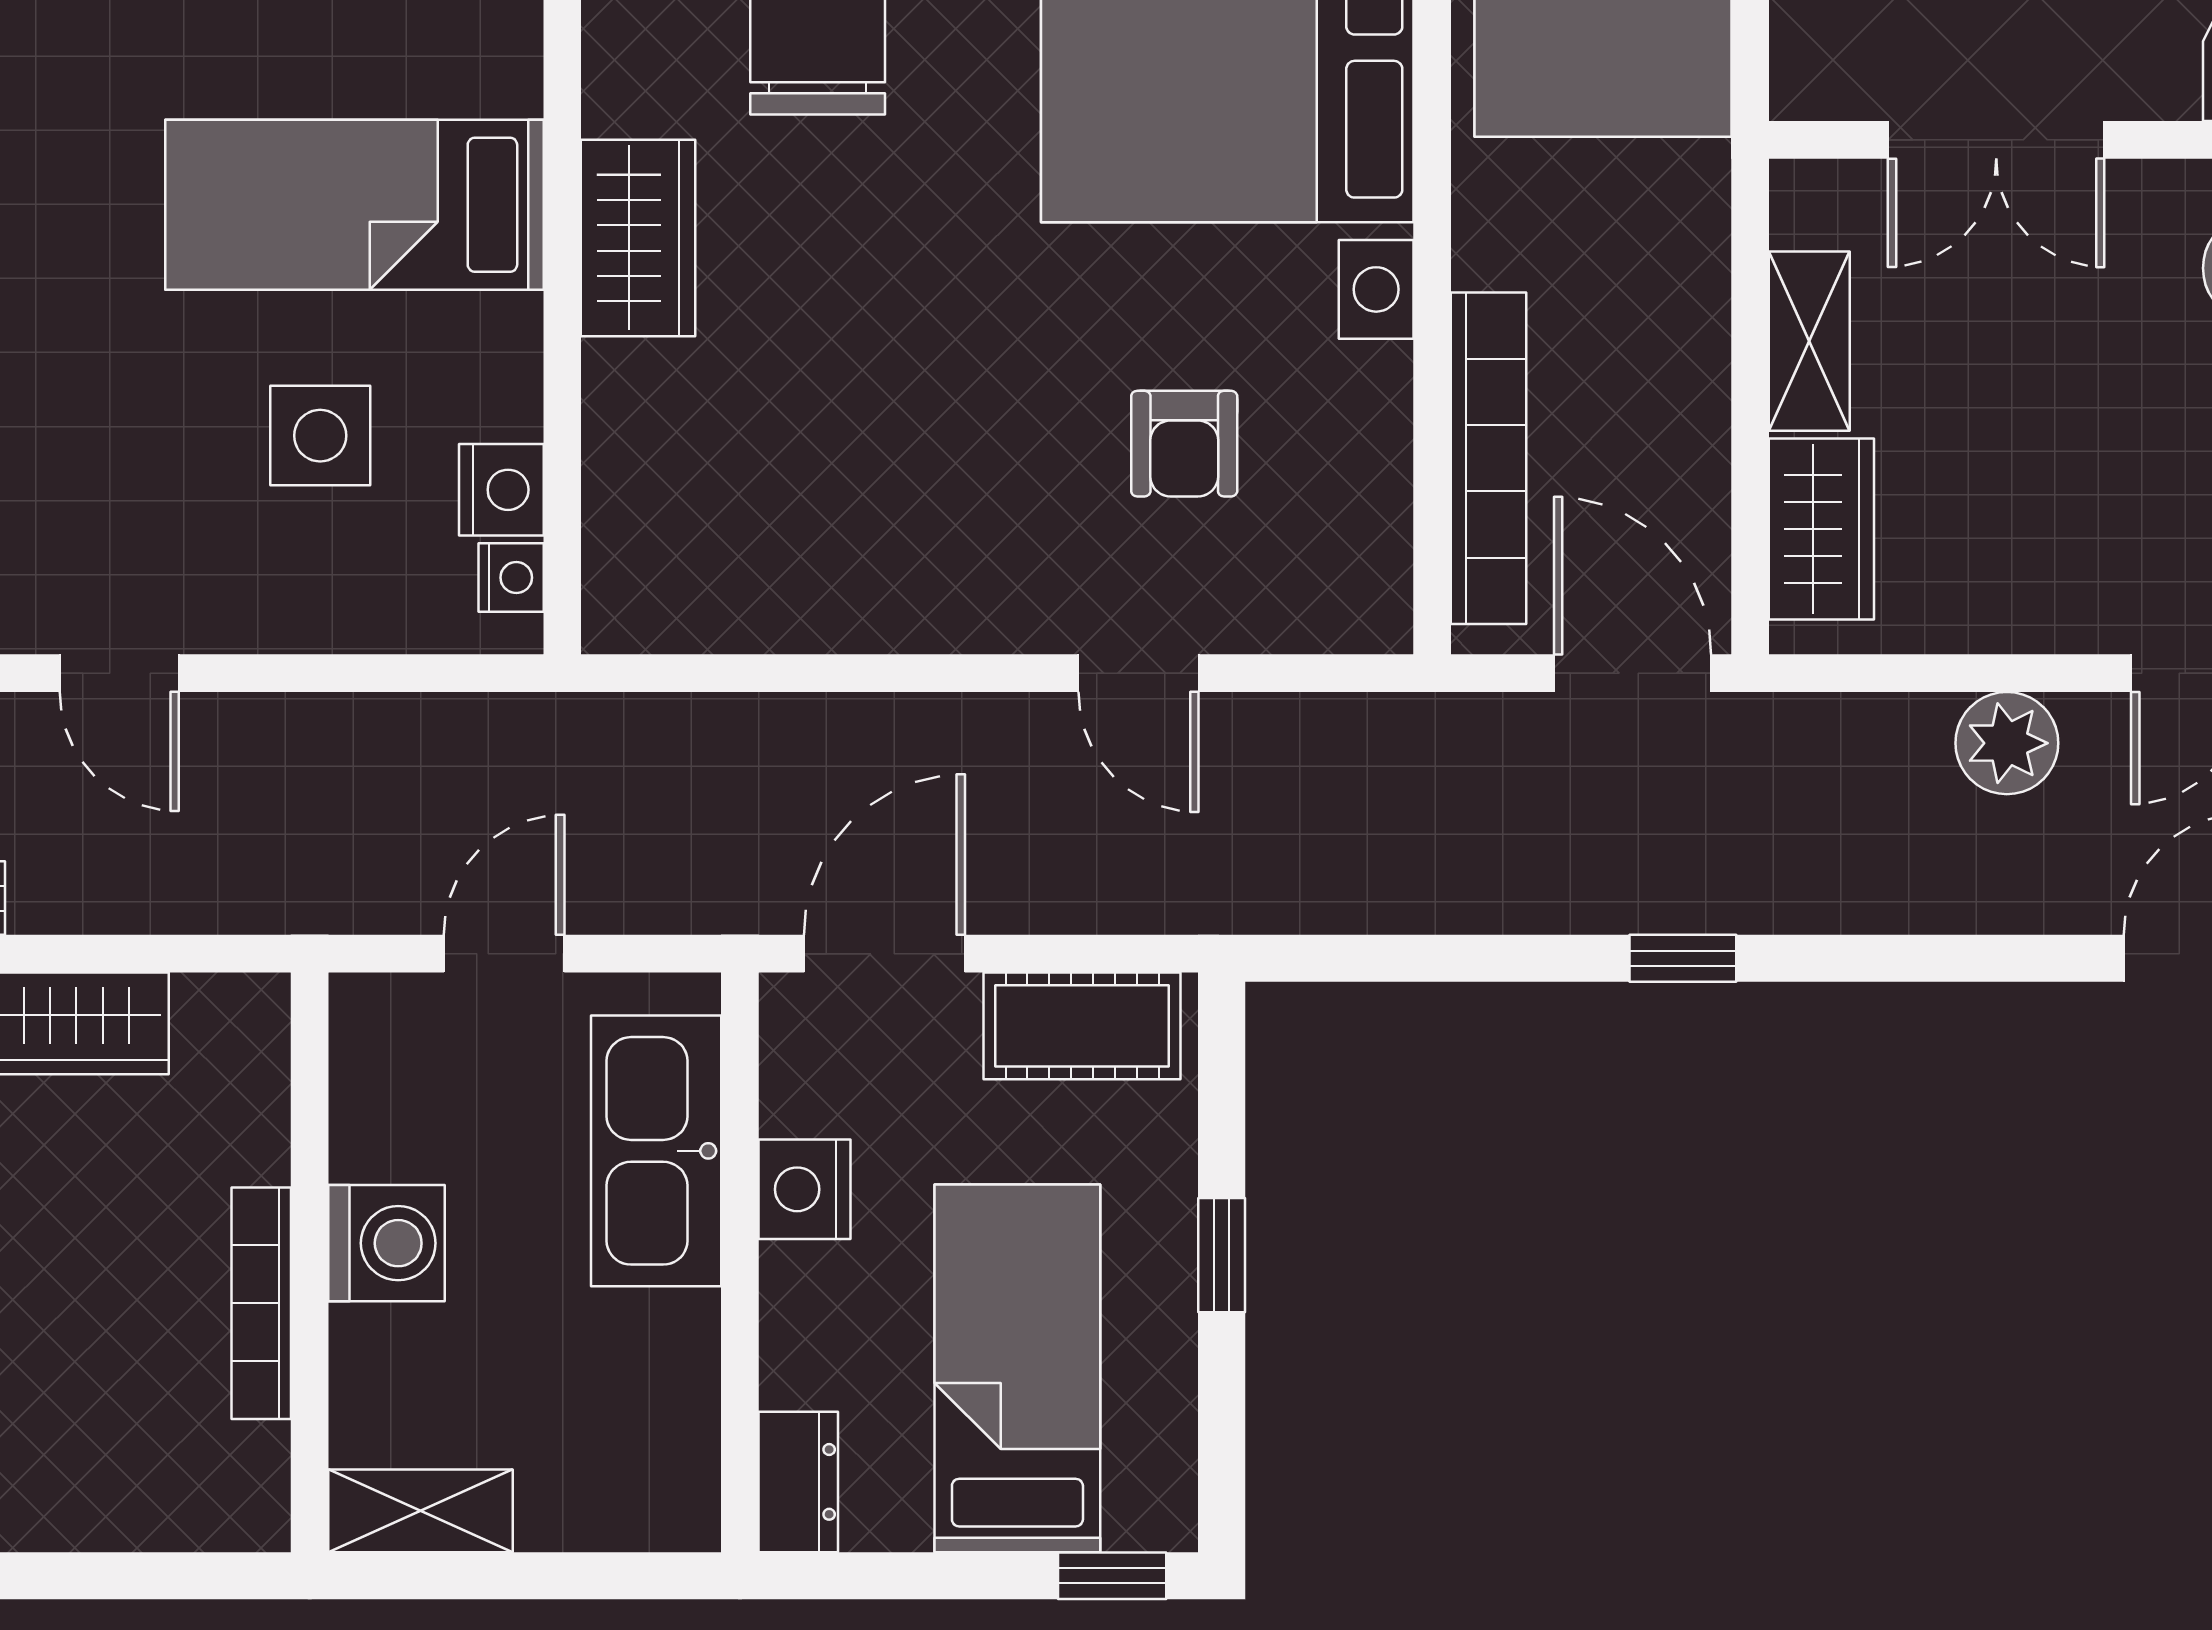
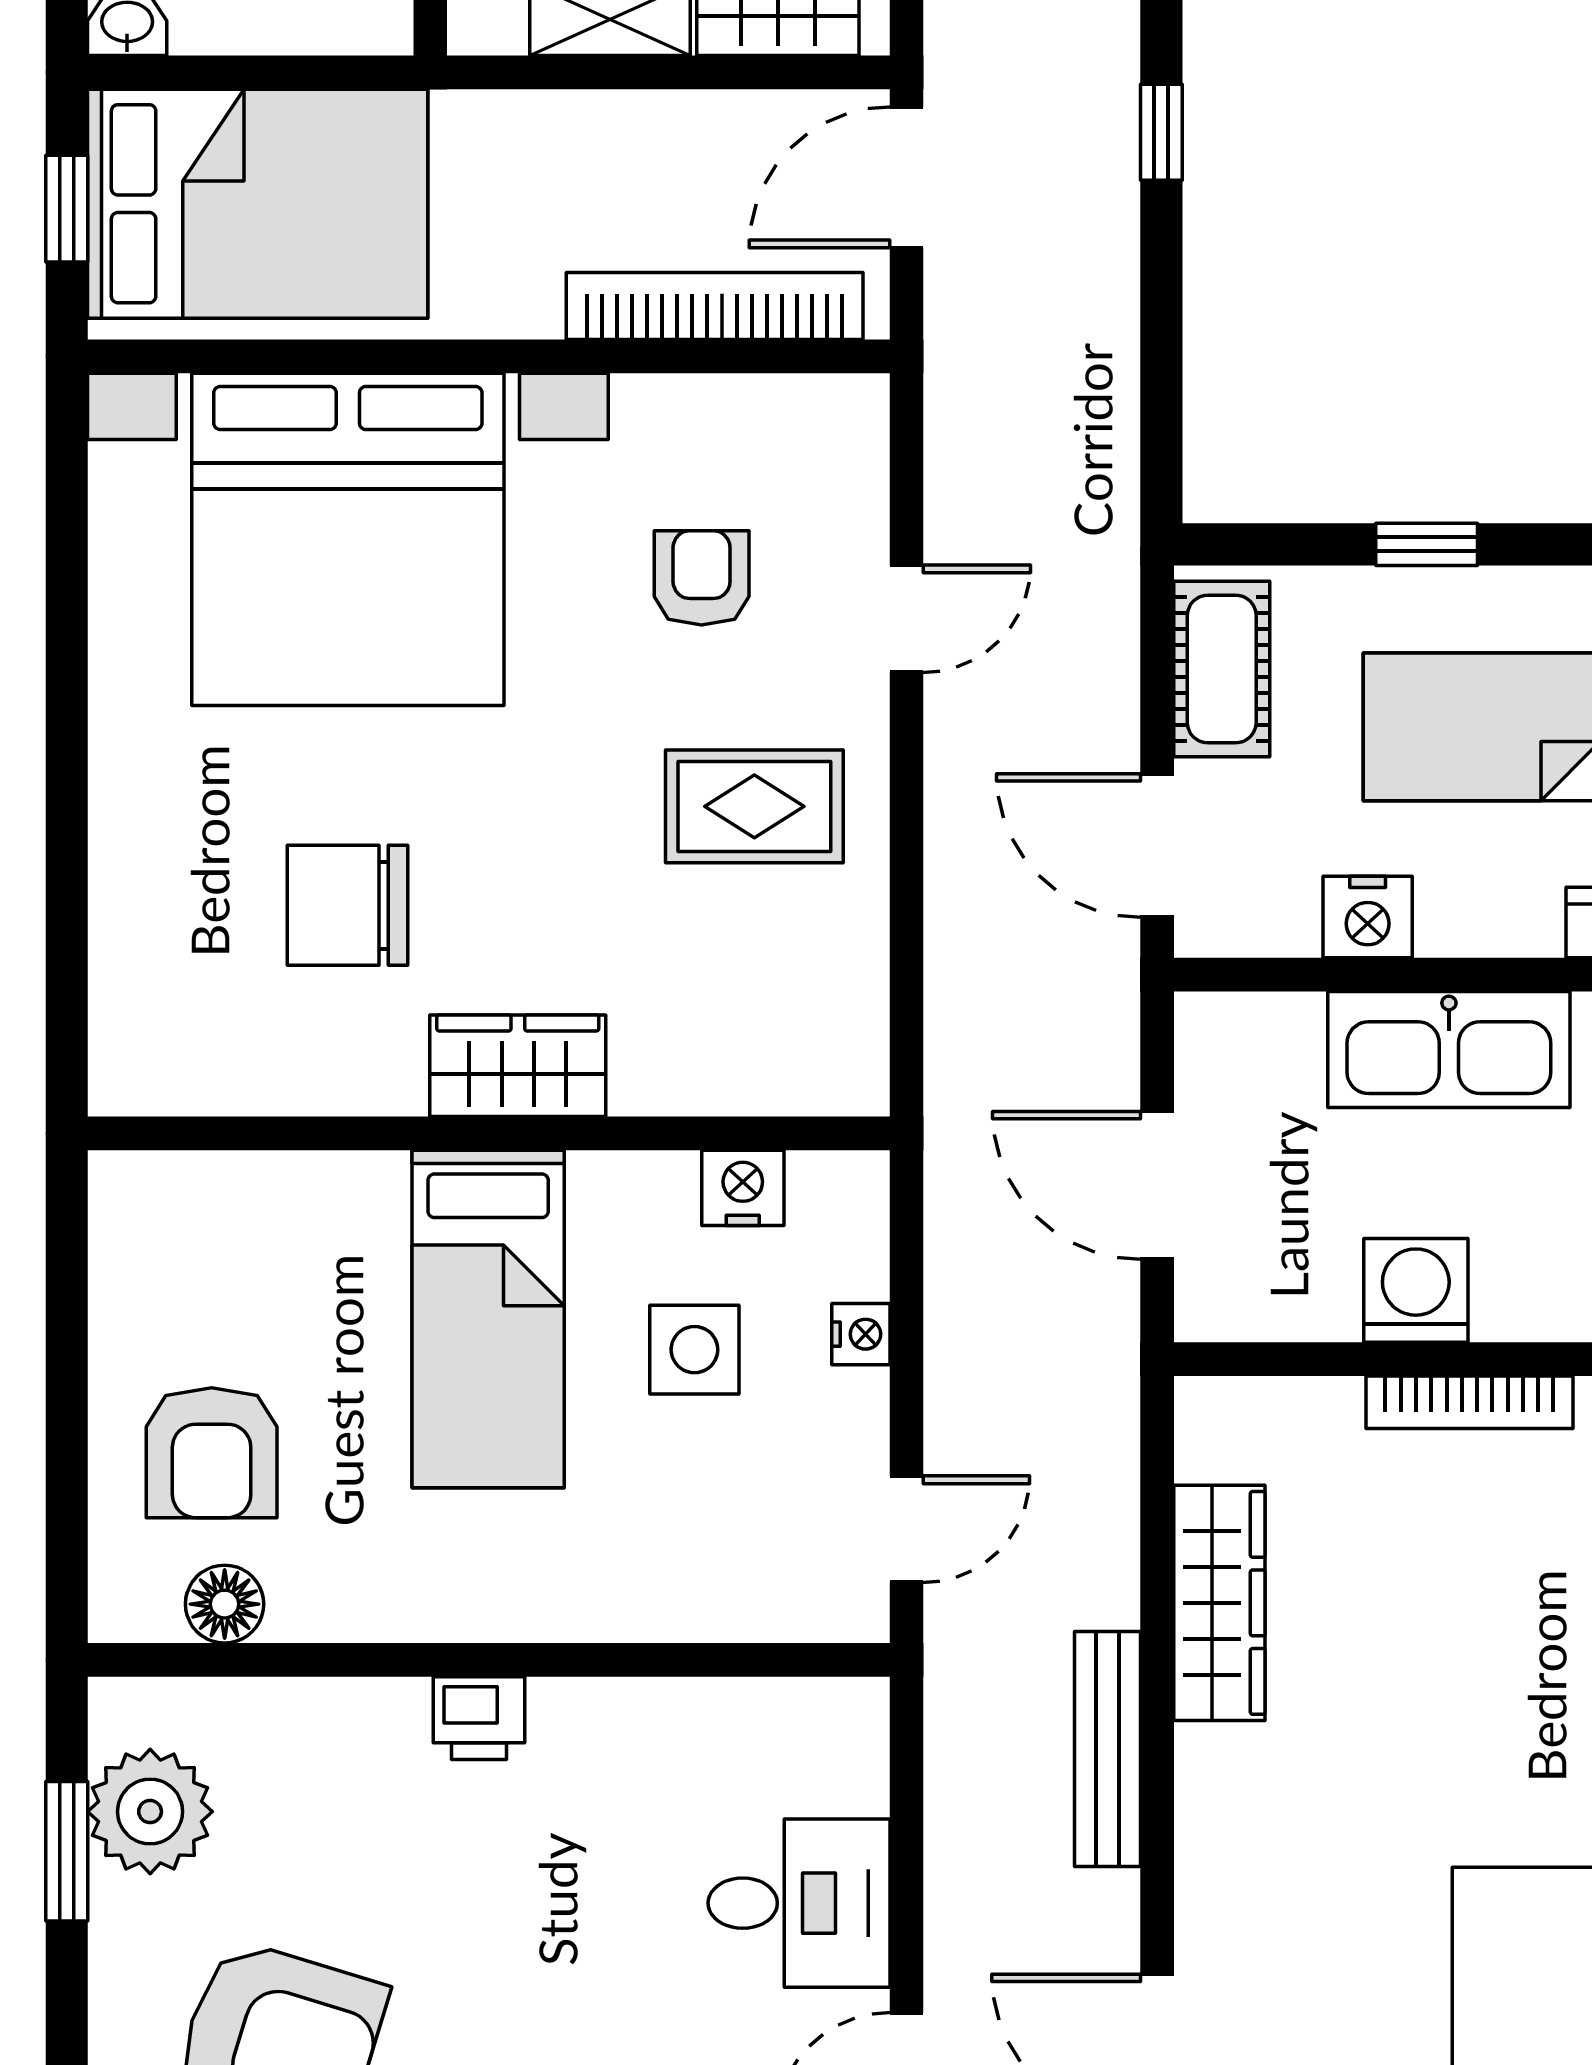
armchair: (1184, 444) -> (702, 578), turned -90
rug: (928, 503) -> (754, 806), added
nightstand: (511, 578) -> (861, 1334), moved, turned 90
door: (504, 954) -> (1157, 1185), width x1.38
kitchen sink: (656, 1151) -> (1449, 1050), moved

